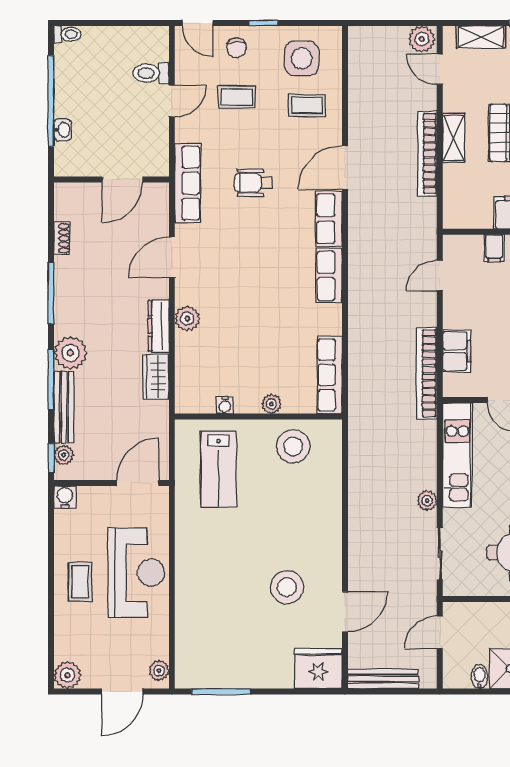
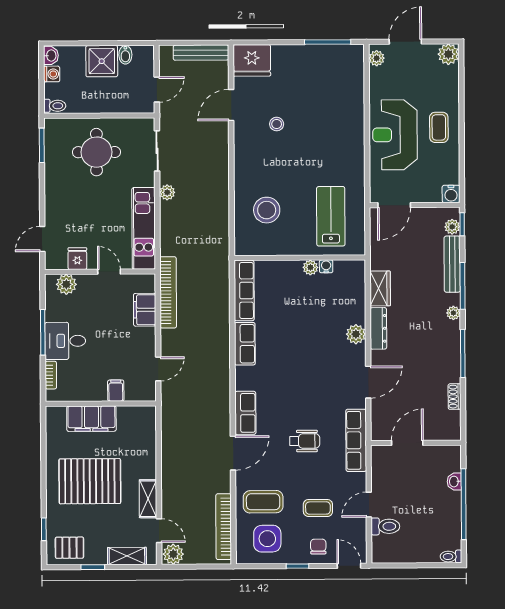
coffee table: (307, 105) -> (263, 502), width x1.36, depth x1.30
shelving: (454, 138) -> (148, 499), moved
bookcase: (427, 154) -> (224, 527), moved, turned 180
row of seats: (329, 276) -> (245, 344), moved
plant: (70, 353) -> (453, 313), width x0.53, depth x0.53
plant: (271, 404) -> (310, 267), moved
stool: (293, 446) -> (267, 210), moved
stool: (287, 587) -> (277, 124), width x0.53, depth x0.53

